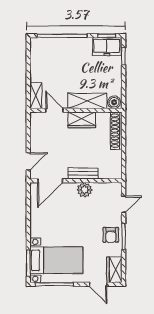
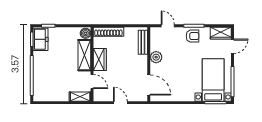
door: (54, 110) -> (92, 82), swing flipped
door: (28, 161) -> (120, 103), moved
bench: (83, 173) -> (143, 42), moved

